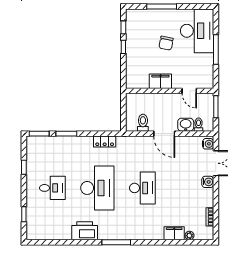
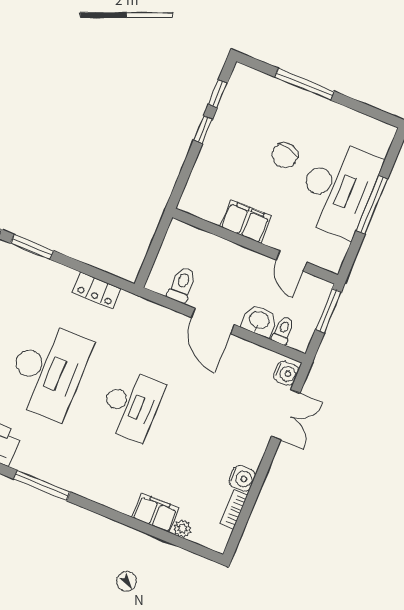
desk: (197, 31) -> (338, 189), moved
water cooler: (208, 182) -> (242, 478), moved

